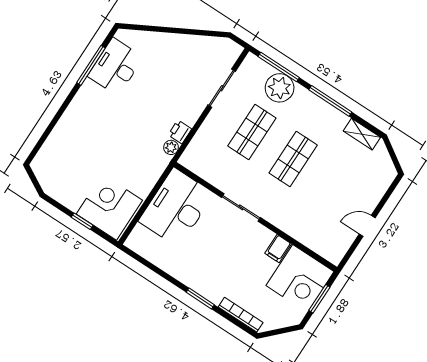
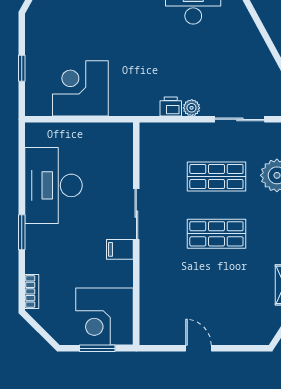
plant: (171, 147) -> (192, 108), moved
corner desk: (109, 207) -> (80, 88), moved, turned -90
desk: (176, 207) -> (54, 185), moved, turned -90
filing cabinet: (278, 249) -> (120, 249), moved
bookcase: (241, 315) -> (32, 291), width x0.64

